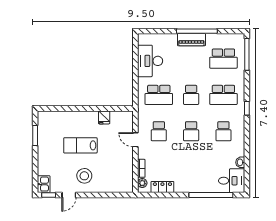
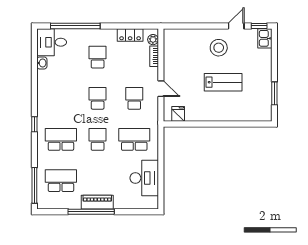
fridge: (104, 117) -> (178, 114), moved
school desk: (223, 131) -> (98, 57), moved

